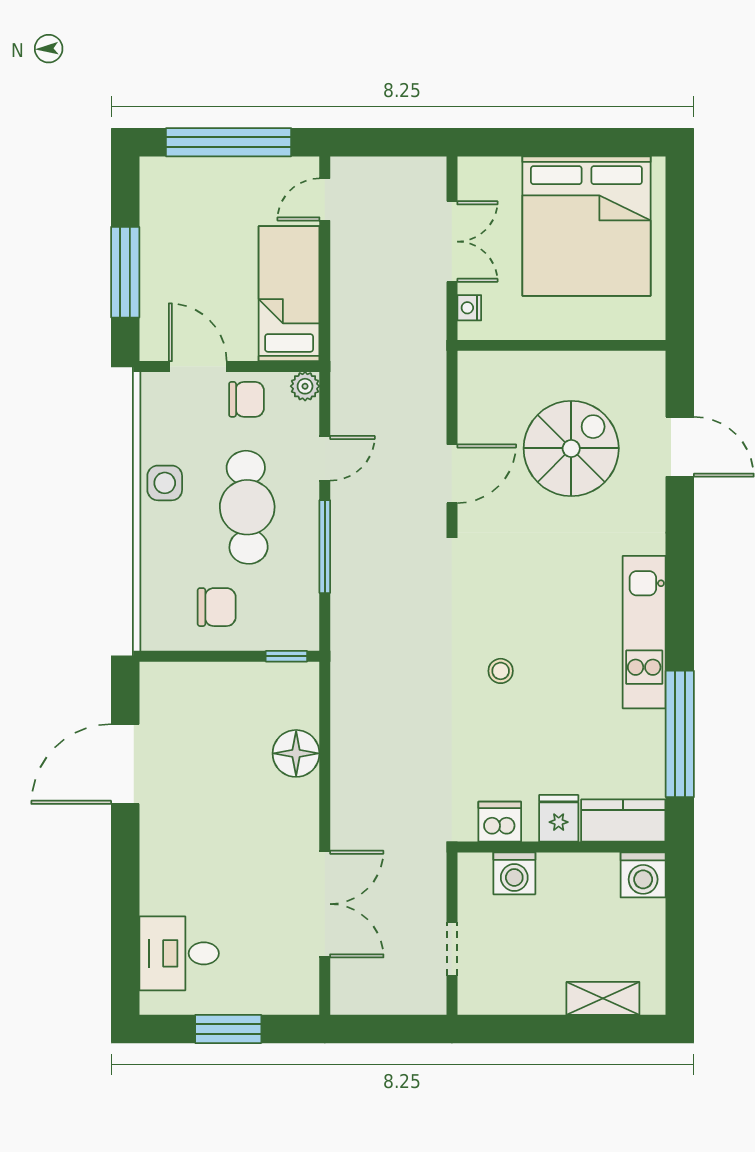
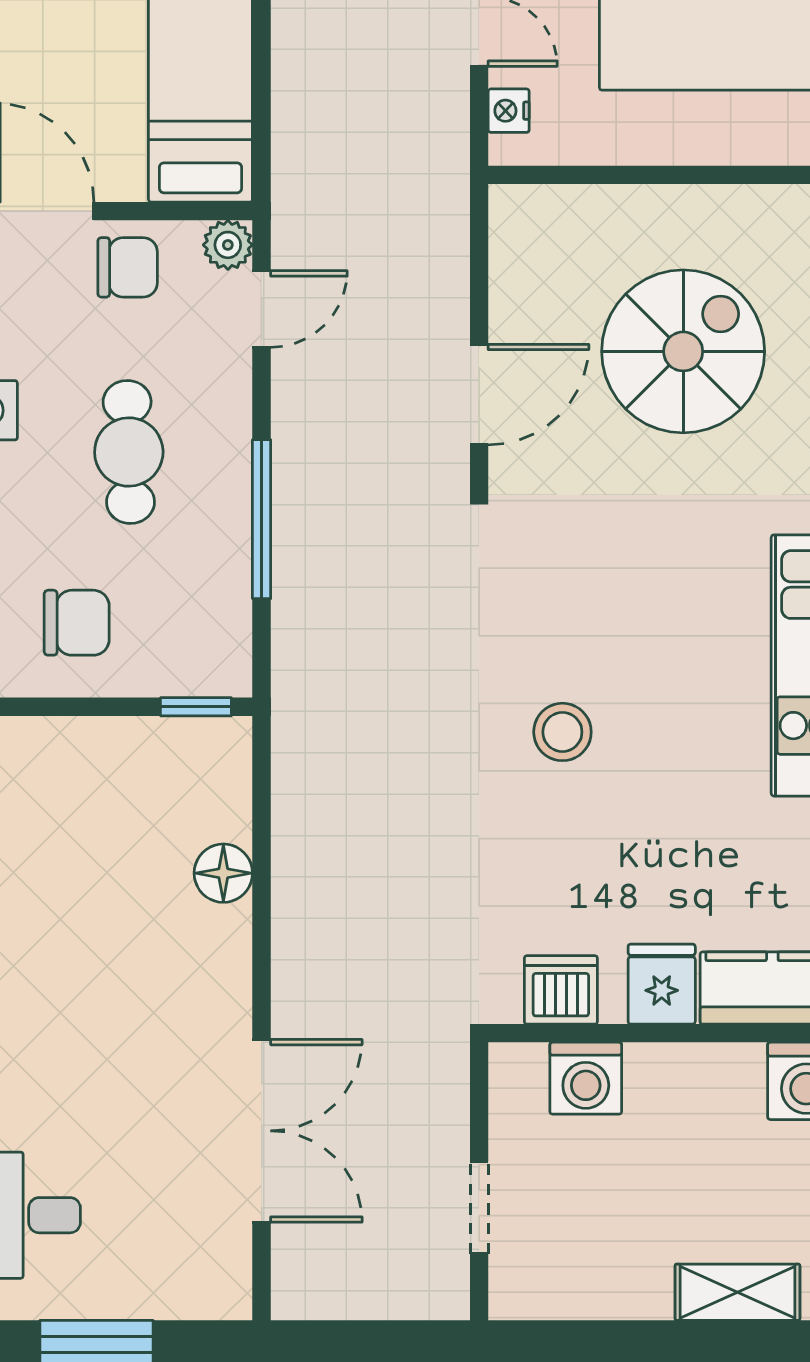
door: (325, 458) -> (262, 309), moved
cafe table: (247, 507) -> (129, 452), width x0.73, depth x0.74
stool: (501, 671) -> (562, 732), width x1.37, depth x1.37
floor lamp: (296, 753) -> (223, 873), width x0.73, depth x0.73

